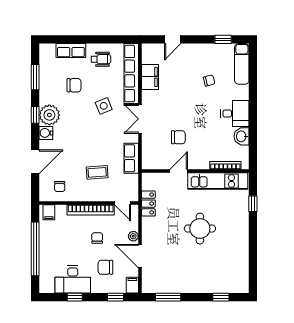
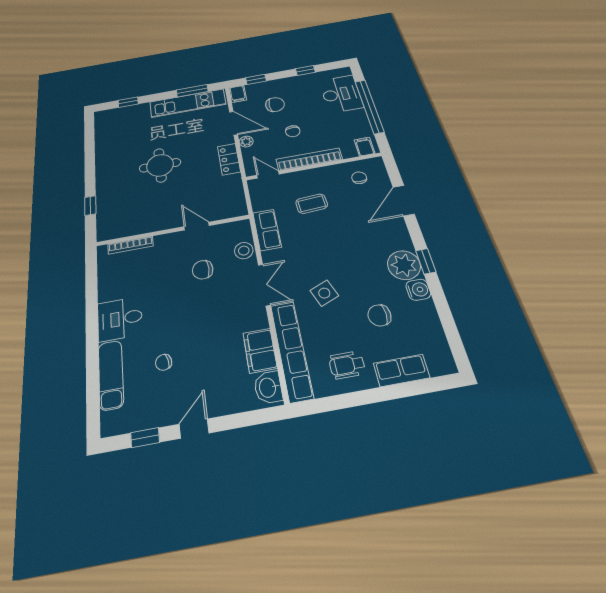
door: (173, 39) -> (194, 429), moved
exam couch: (242, 64) -> (111, 375), moved
window: (35, 77) -> (446, 316), removed
water cooler: (46, 133) -> (418, 290), moved
washbasin: (242, 136) -> (268, 387), moved, turned 180
stool: (149, 146) -> (244, 251), added
door: (179, 171) -> (197, 226), swing flipped
kitchen unit: (218, 181) -> (188, 103), moved, turned 180
locker: (148, 204) -> (229, 159), moved
desk: (73, 279) -> (341, 94), moved, turned 90

